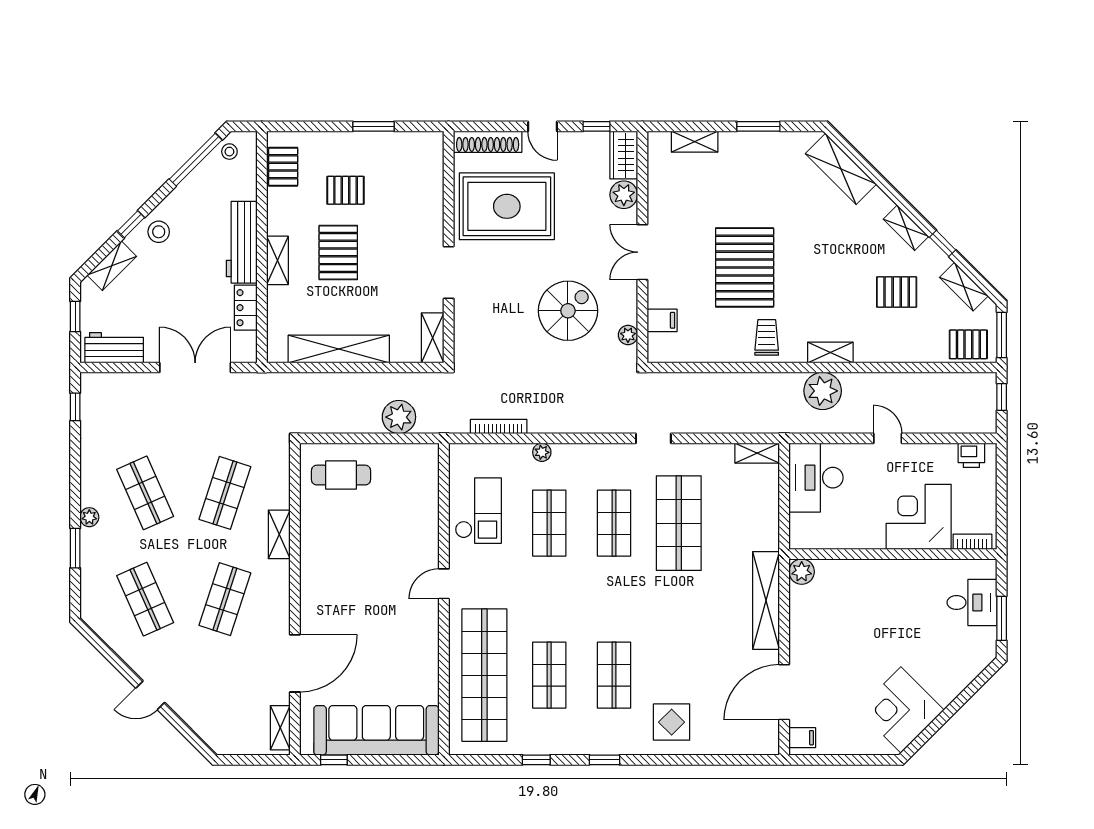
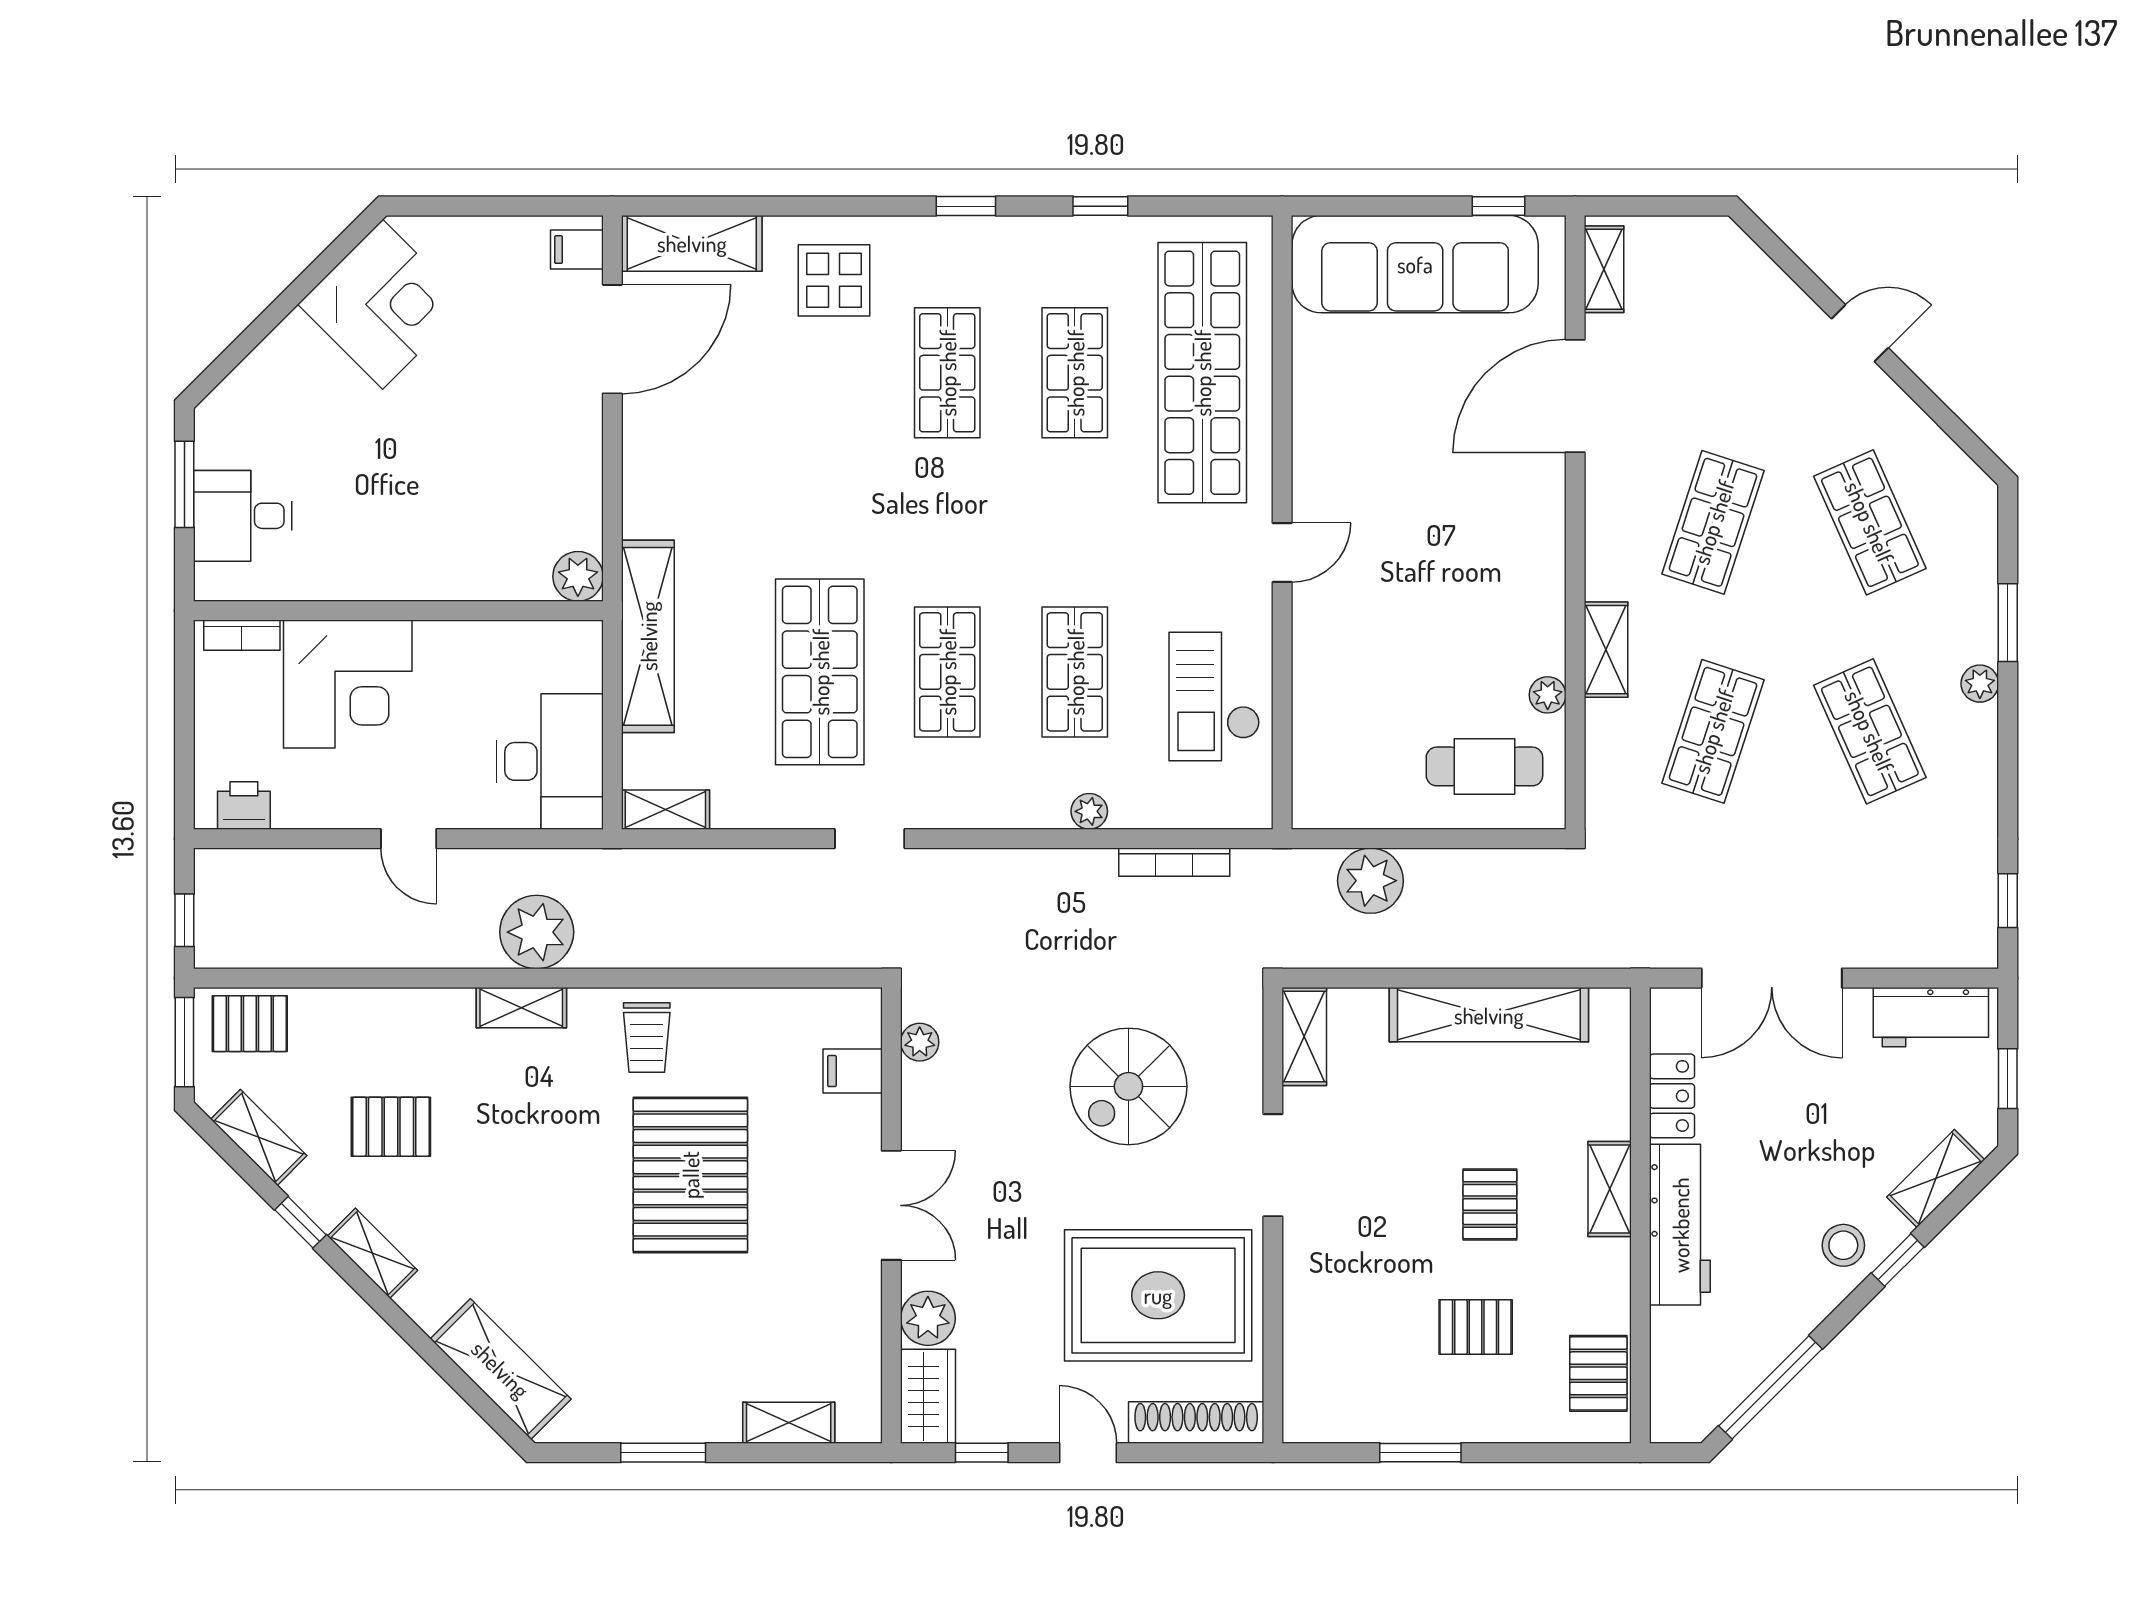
stool: (229, 152) -> (1704, 1403), removed
pallet: (338, 252) -> (1490, 1205), width x0.67, depth x0.71
spiral stairs: (568, 311) -> (1128, 1086), moved
plant: (309, 511) -> (1548, 695), added
shelving: (766, 600) -> (648, 636), moved
shelving: (744, 741) -> (692, 243), added

